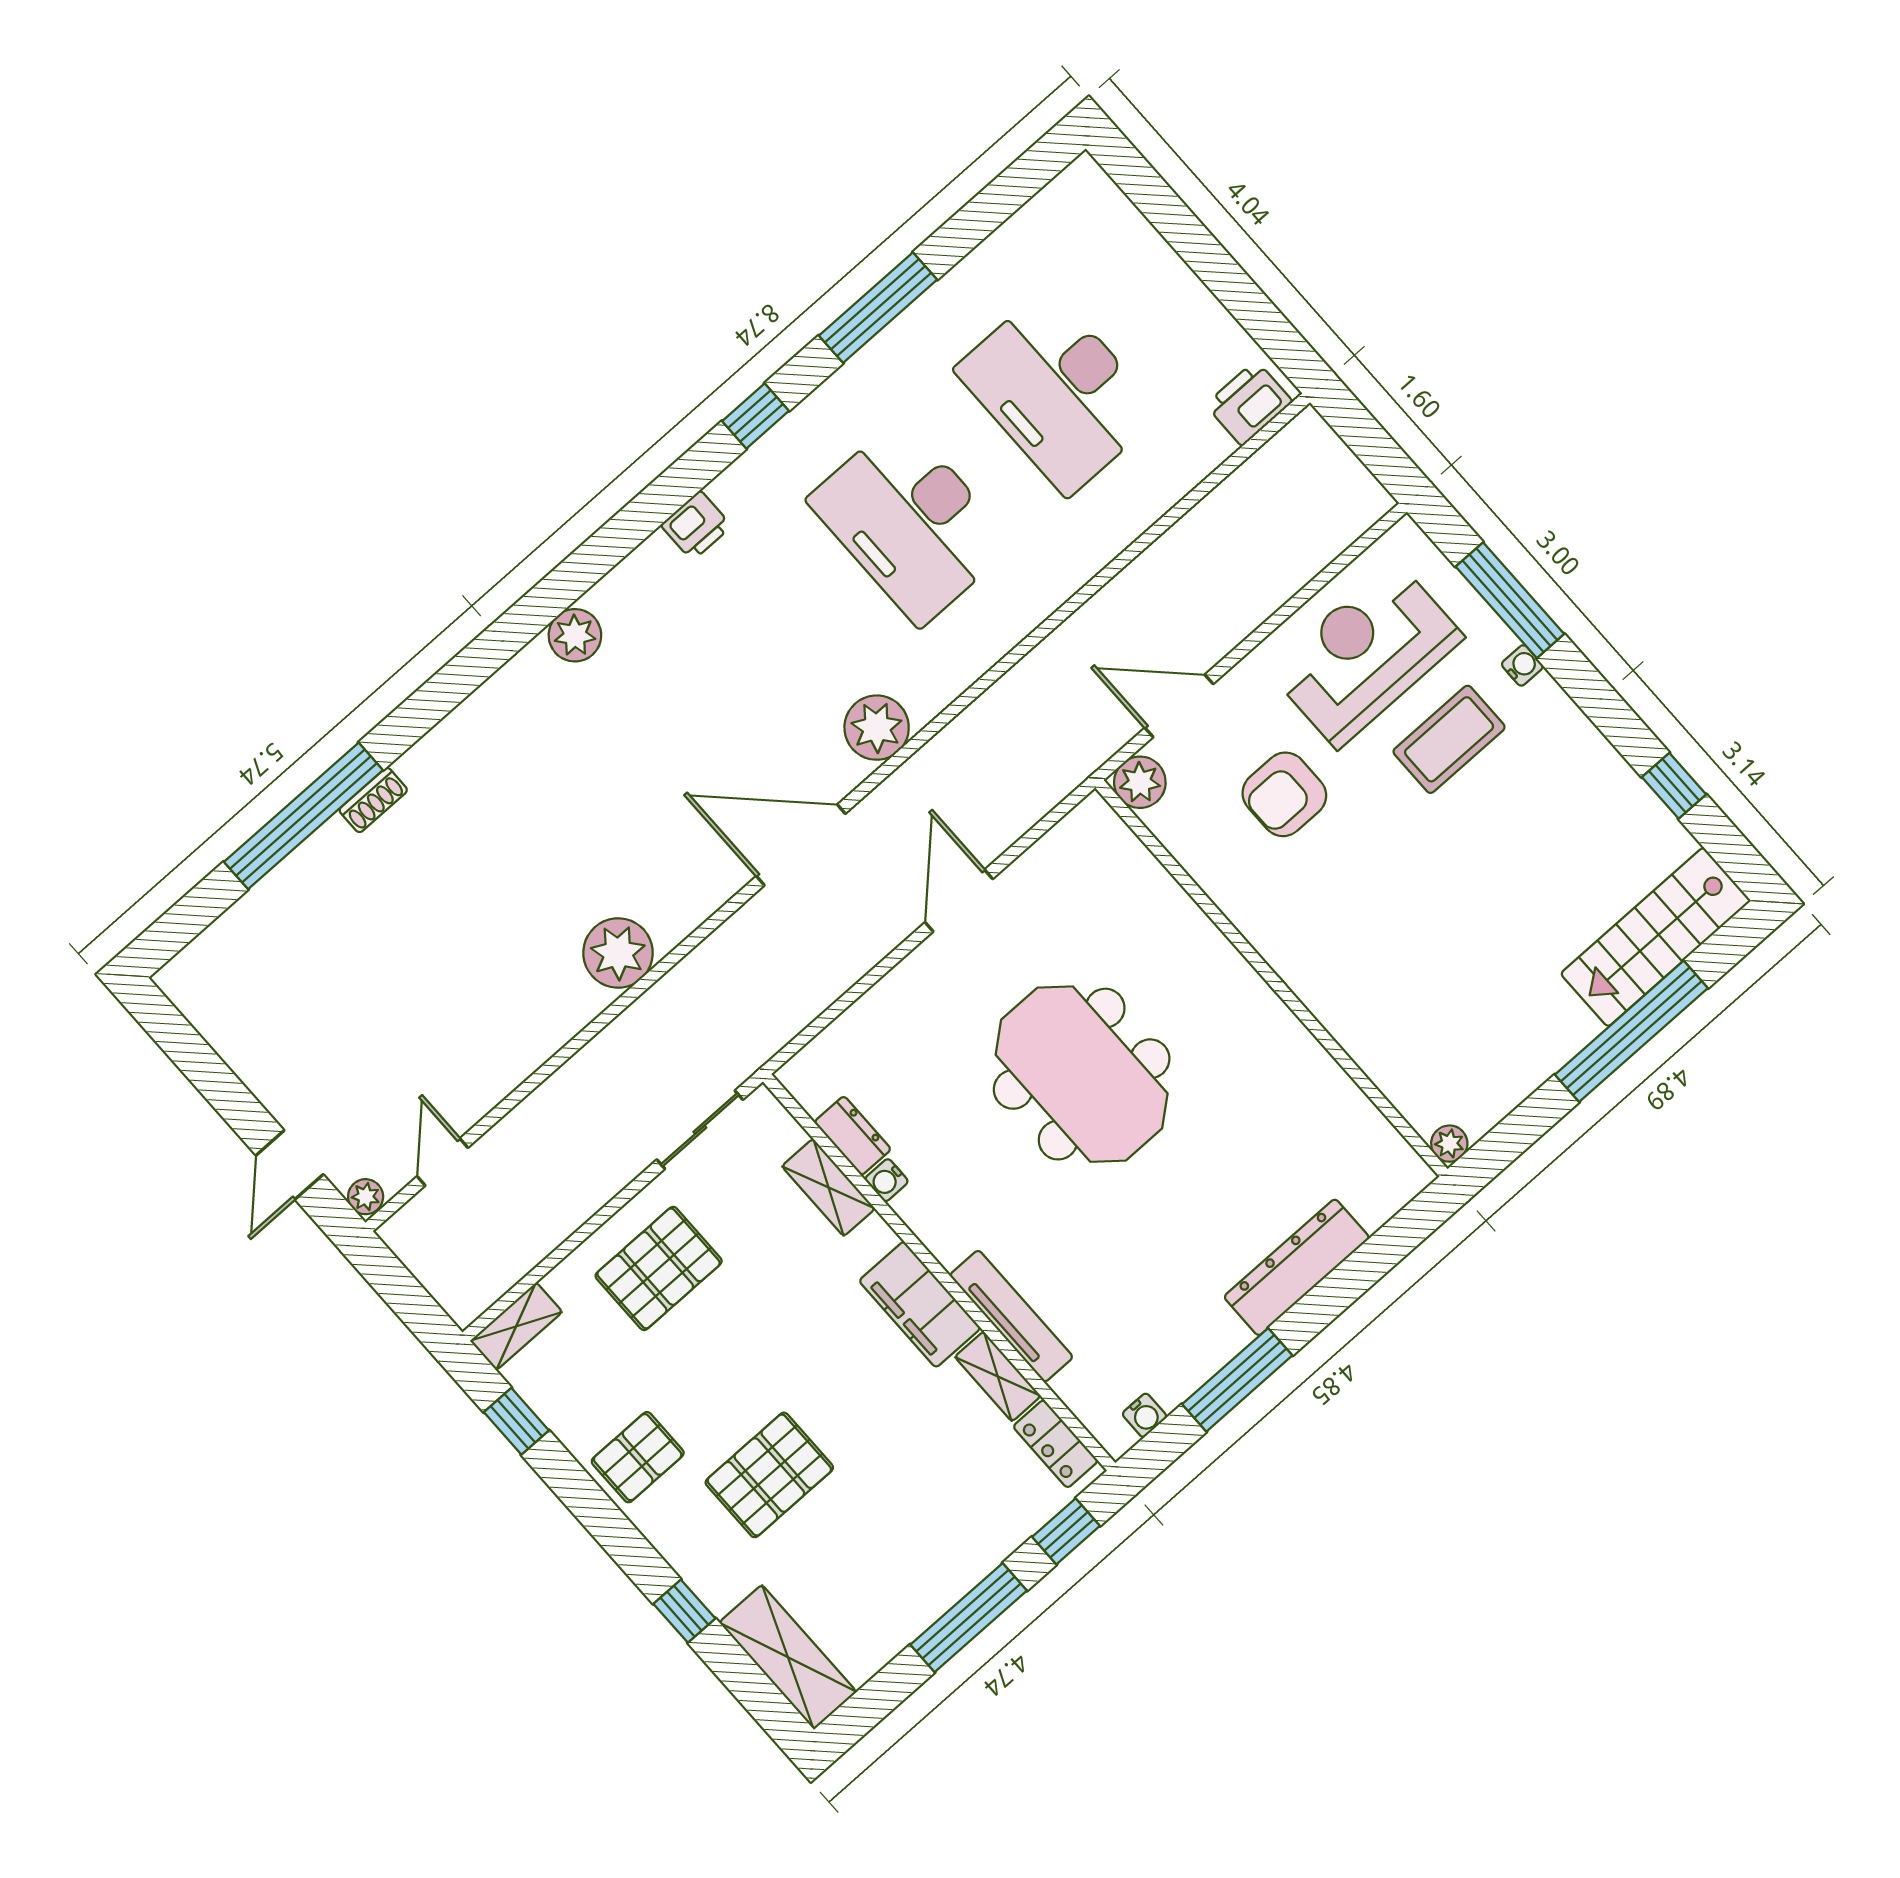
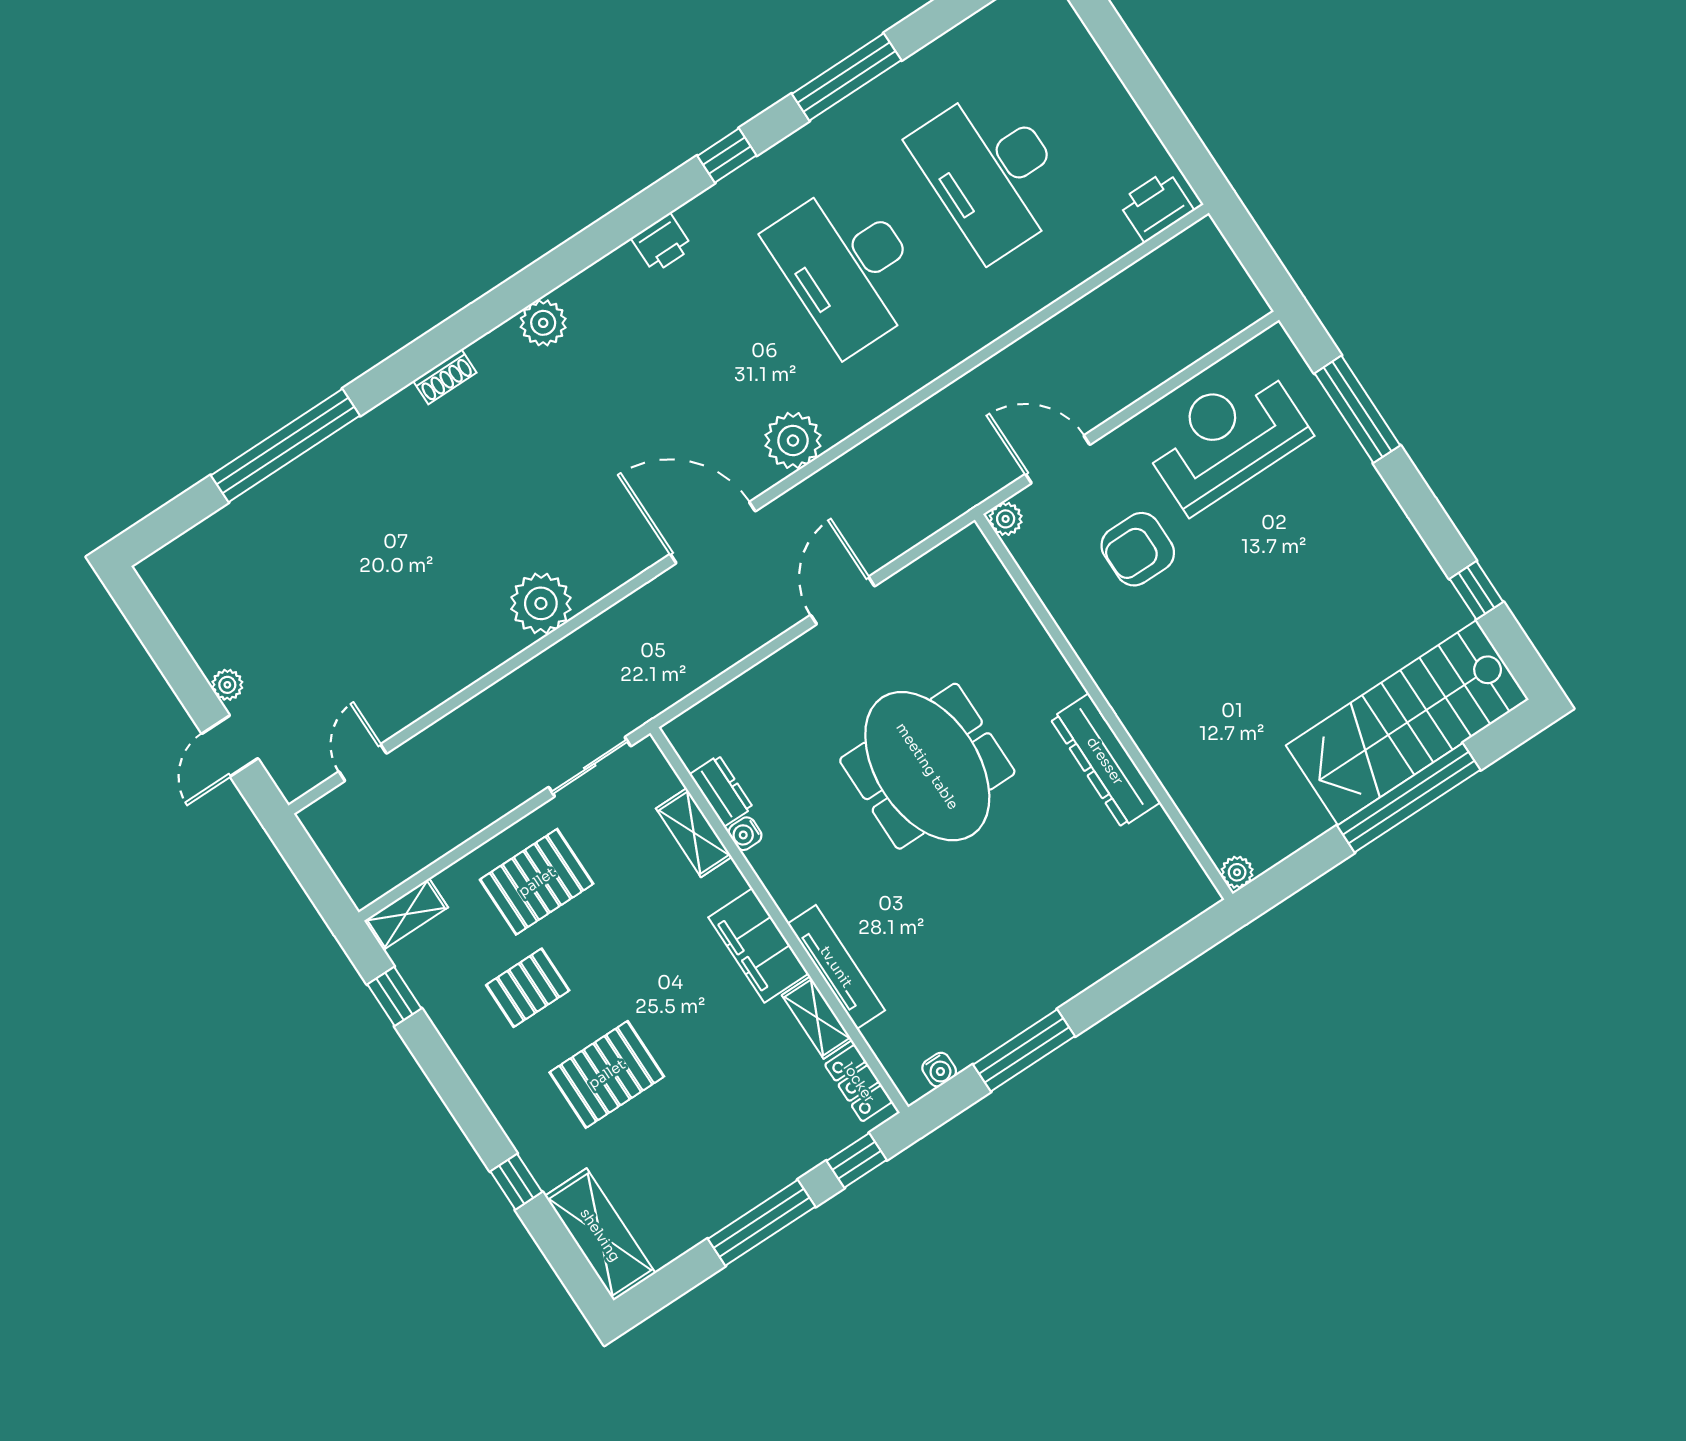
water cooler: (1522, 665) -> (1360, 467), removed
coffee table: (1449, 739) -> (1287, 522), removed
plant: (1140, 782) -> (1006, 519), width x0.73, depth x0.73
shoe rack: (373, 800) -> (445, 377), moved
stairs: (1656, 937) -> (1407, 723), width x1.36, depth x1.51
plant: (366, 1197) -> (227, 685), moved
dresser: (1297, 1267) -> (1105, 761), moved, turned -90
pallet: (638, 1457) -> (528, 988), moved

